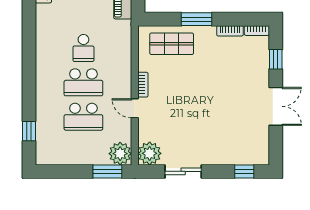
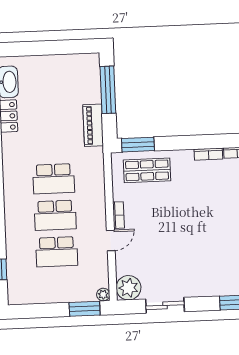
window: (196, 19) -> (138, 145), moved
school desk: (83, 48) -> (54, 179), width x1.85
door: (135, 108) -> (111, 240), swing flipped
plant: (120, 154) -> (103, 295), width x0.53, depth x0.53

